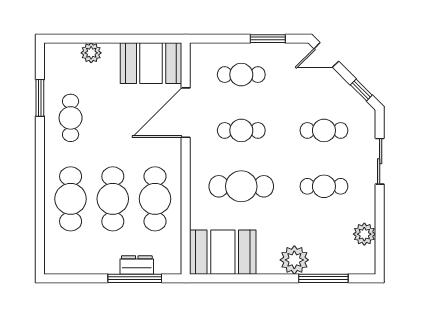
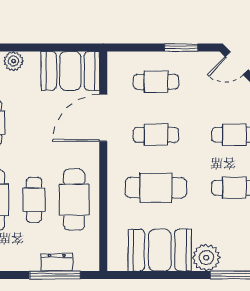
cafe table: (113, 199) -> (34, 200), width x0.73, depth x0.74
booth: (223, 252) -> (160, 250), moved

